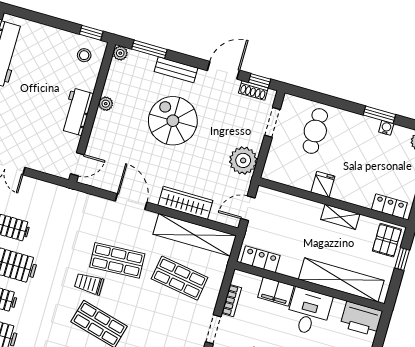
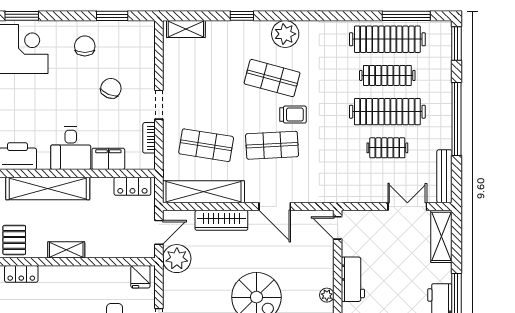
plant: (243, 160) -> (177, 259), moved
door: (77, 164) -> (338, 228), hinge flipped
fridge: (323, 184) -> (140, 277), moved

